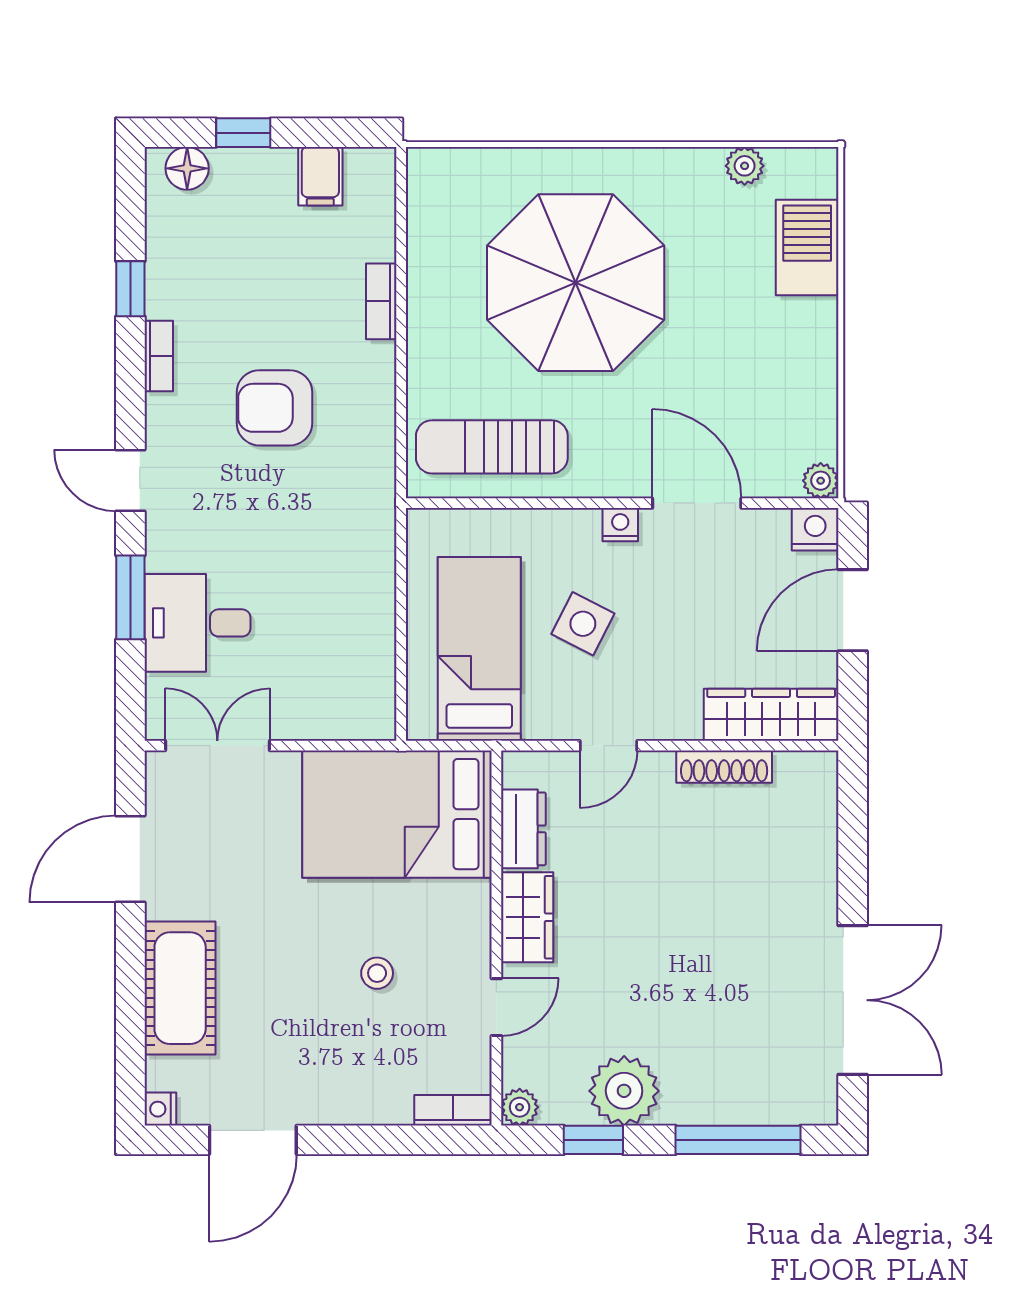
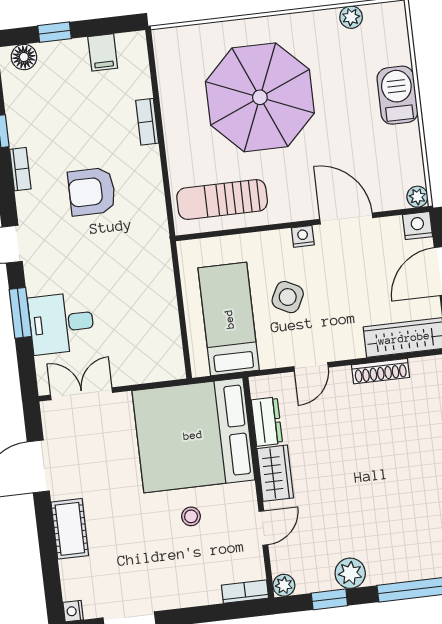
barbecue: (807, 248) -> (397, 95), moved
bed: (397, 814) -> (193, 435), width x1.36
cot: (180, 988) -> (70, 529), width x0.73, depth x0.75
plant: (624, 1091) -> (350, 573), width x0.73, depth x0.73

